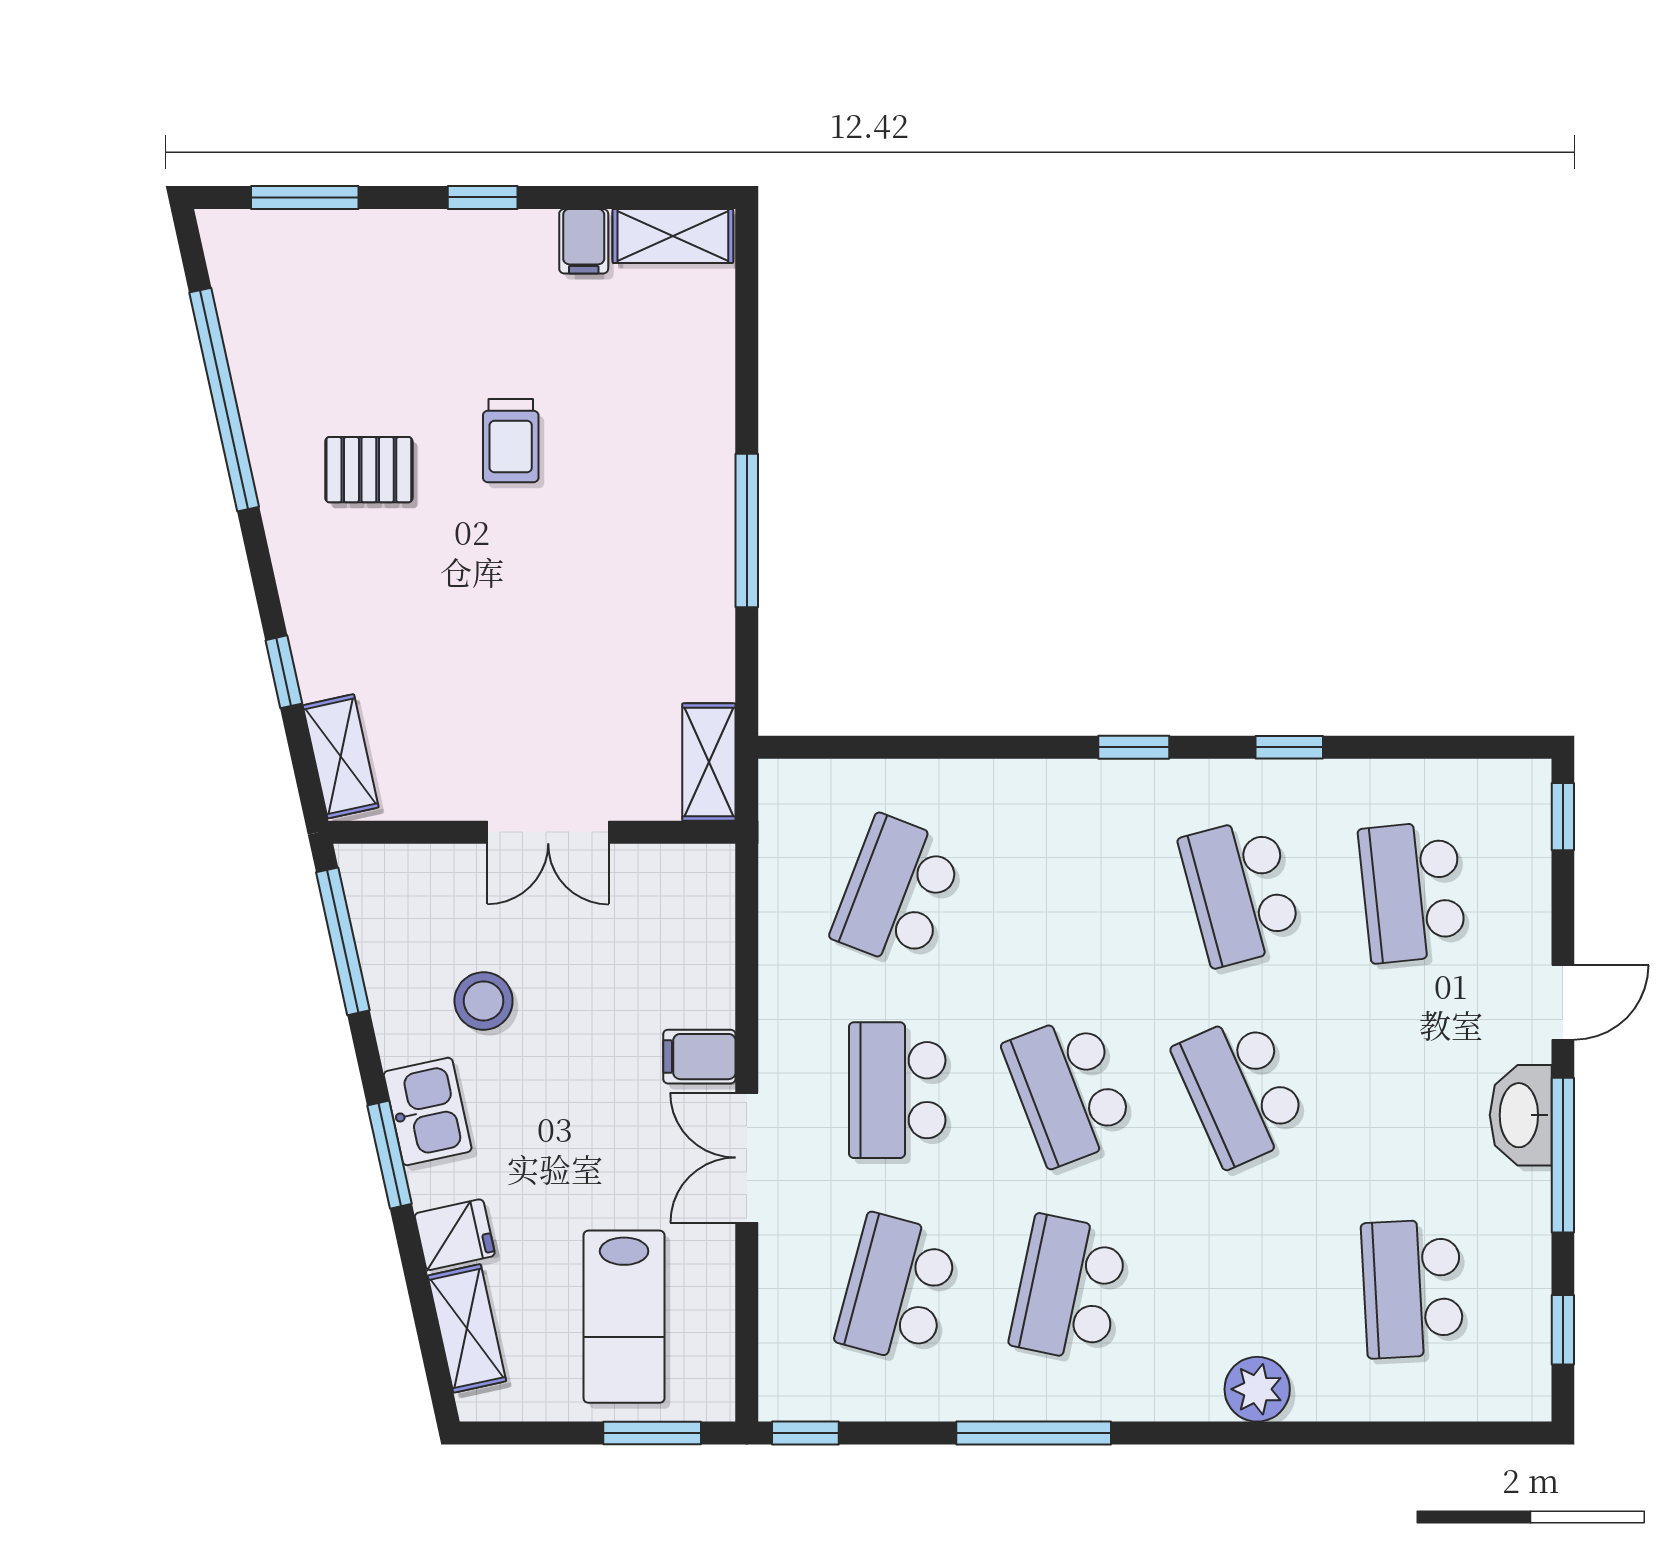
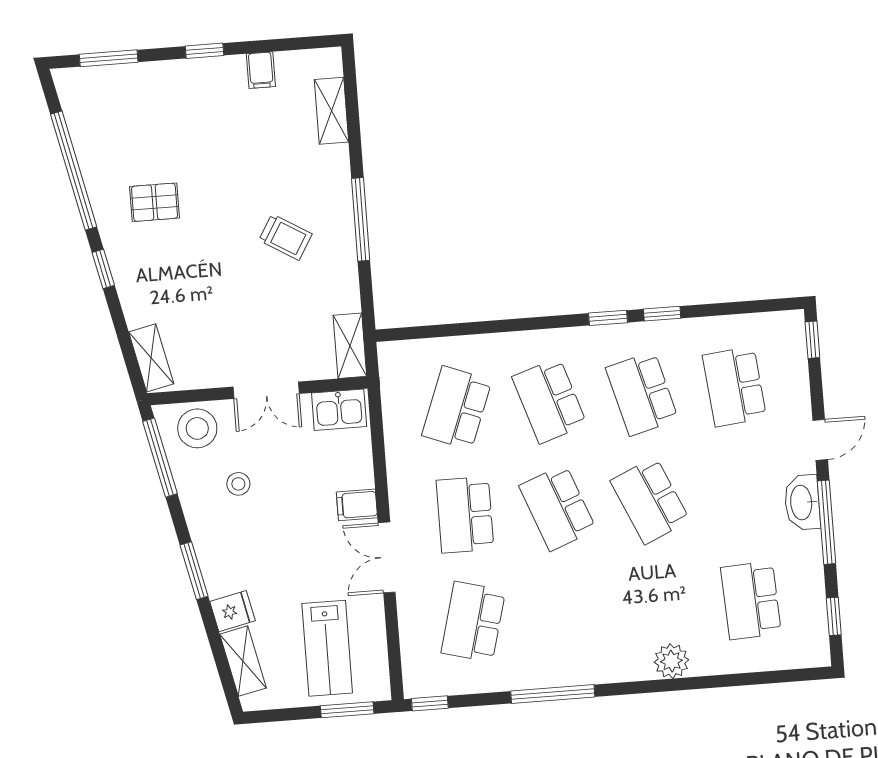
shelving: (673, 236) -> (331, 111), moved, turned 90
trolley: (511, 441) -> (285, 237), moved, turned -59
window: (284, 672) -> (103, 269), moved
window: (1134, 747) -> (608, 318), moved
stool: (416, 893) -> (197, 428), added
stool: (484, 1001) -> (238, 484), width x0.73, depth x0.73
kitchen sink: (428, 1111) -> (339, 410), moved, turned 102
school desk: (1069, 1289) -> (549, 401), moved, turned -30

